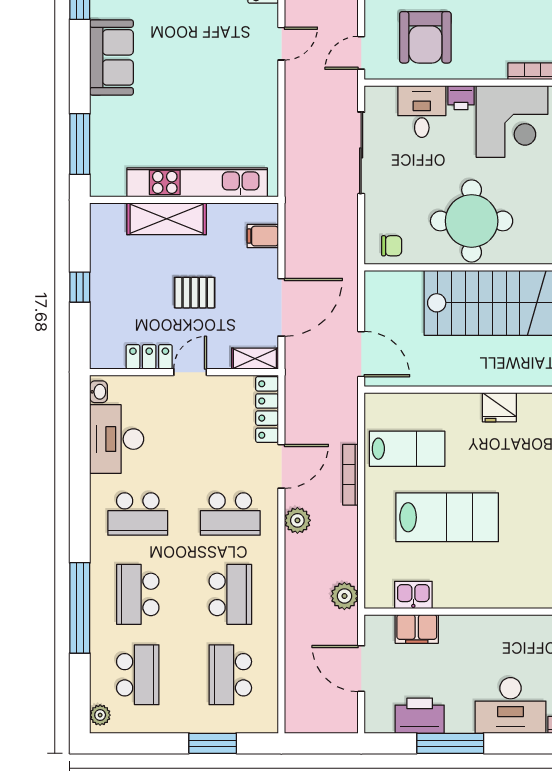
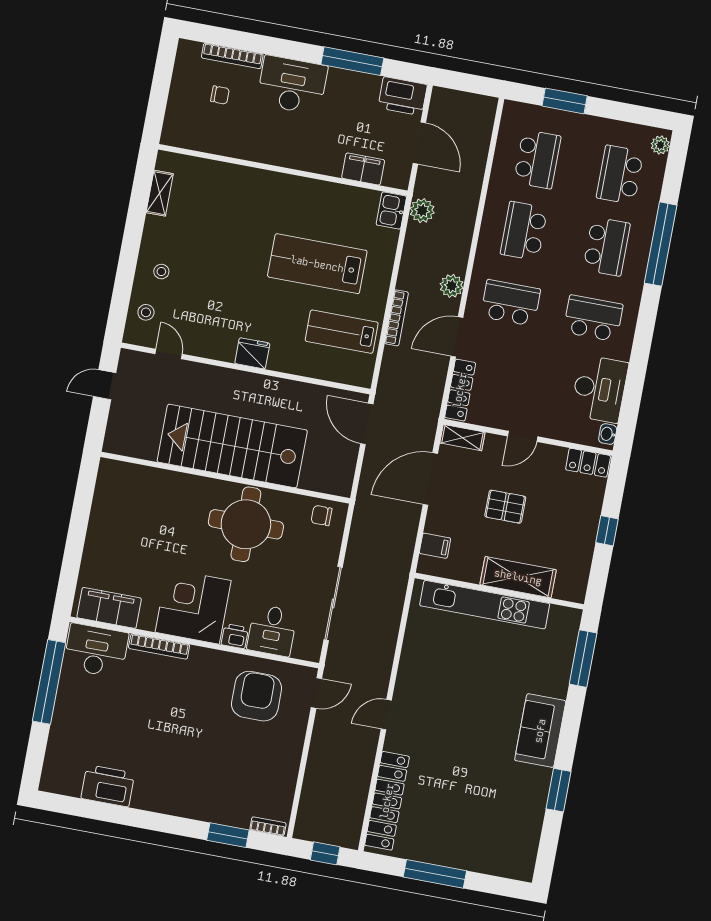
locker: (149, 357) -> (588, 463), moved
kitchen sink: (413, 595) -> (391, 210), moved, turned 90
printer: (420, 716) -> (403, 96), moved

